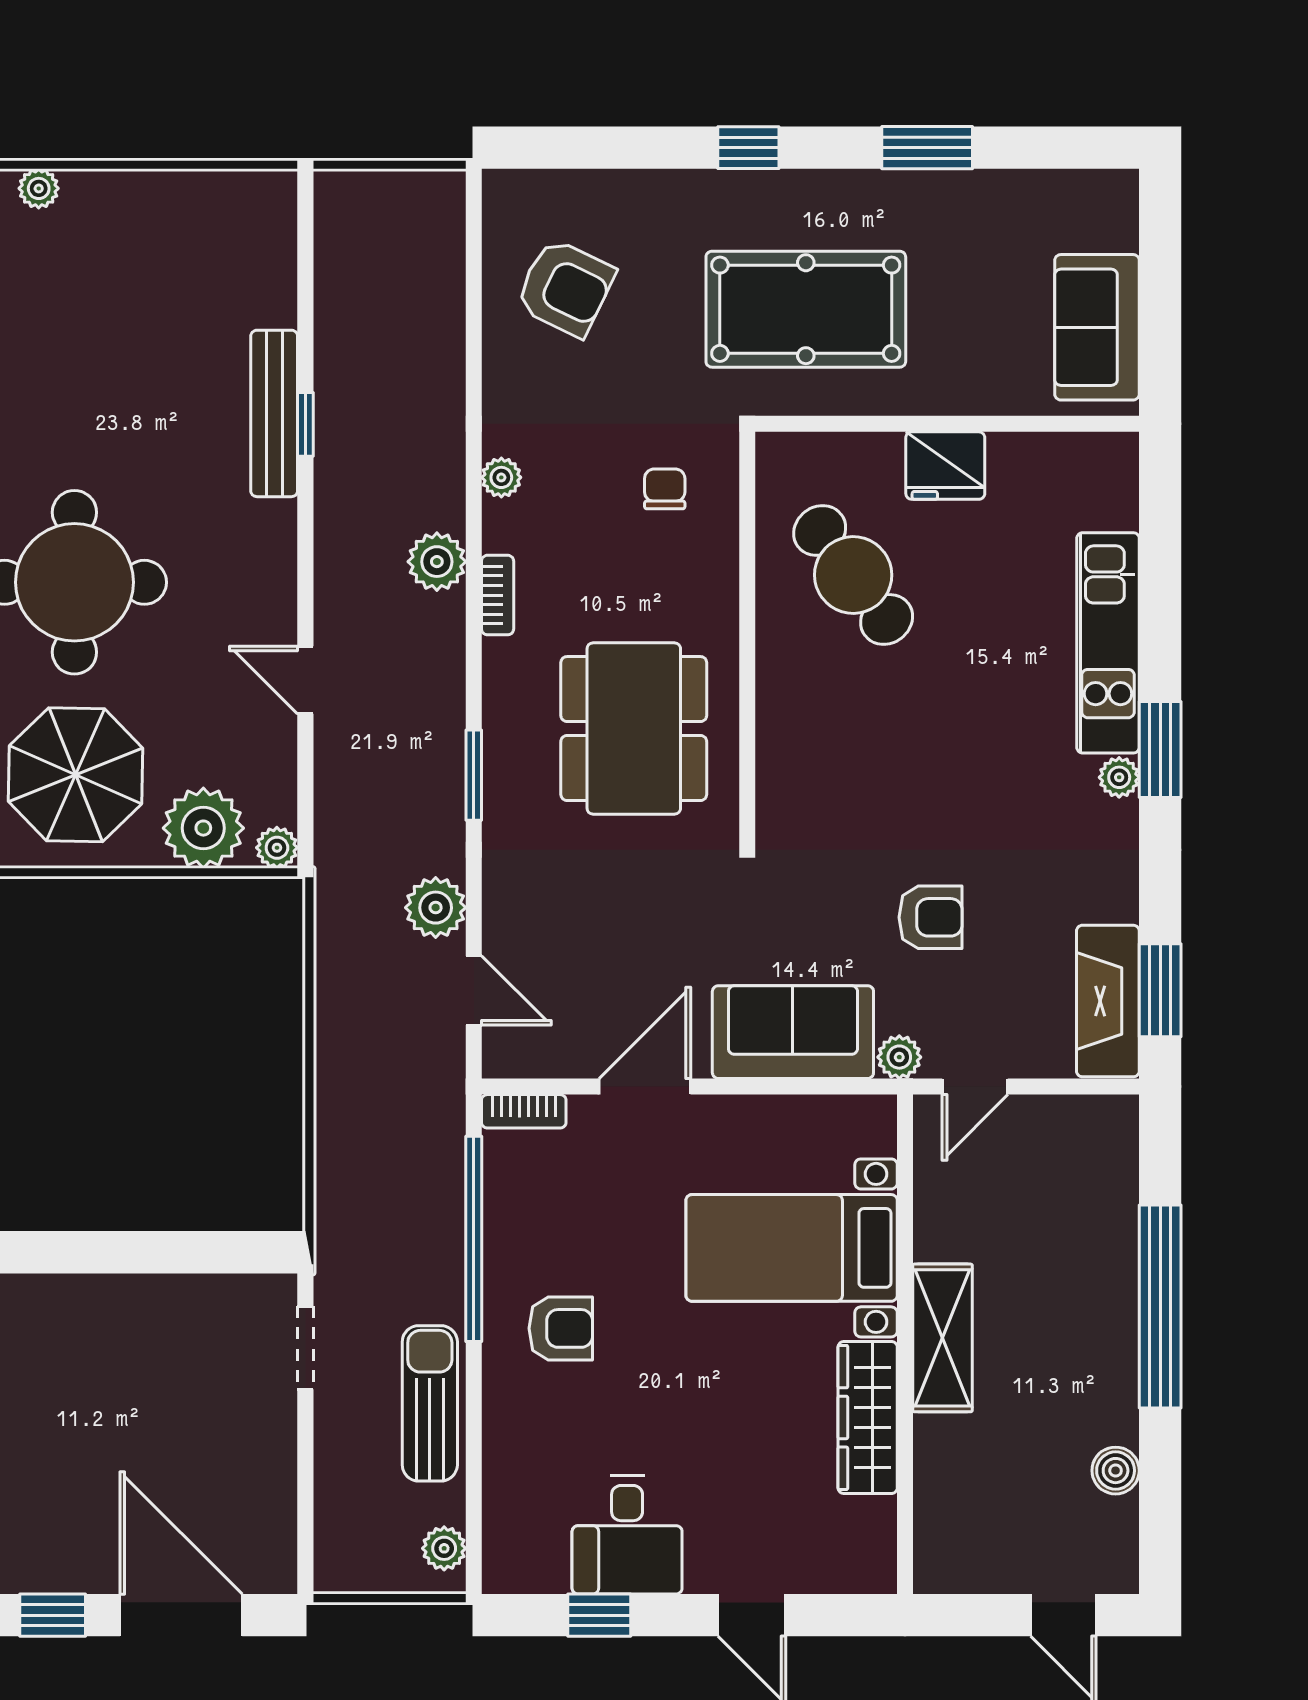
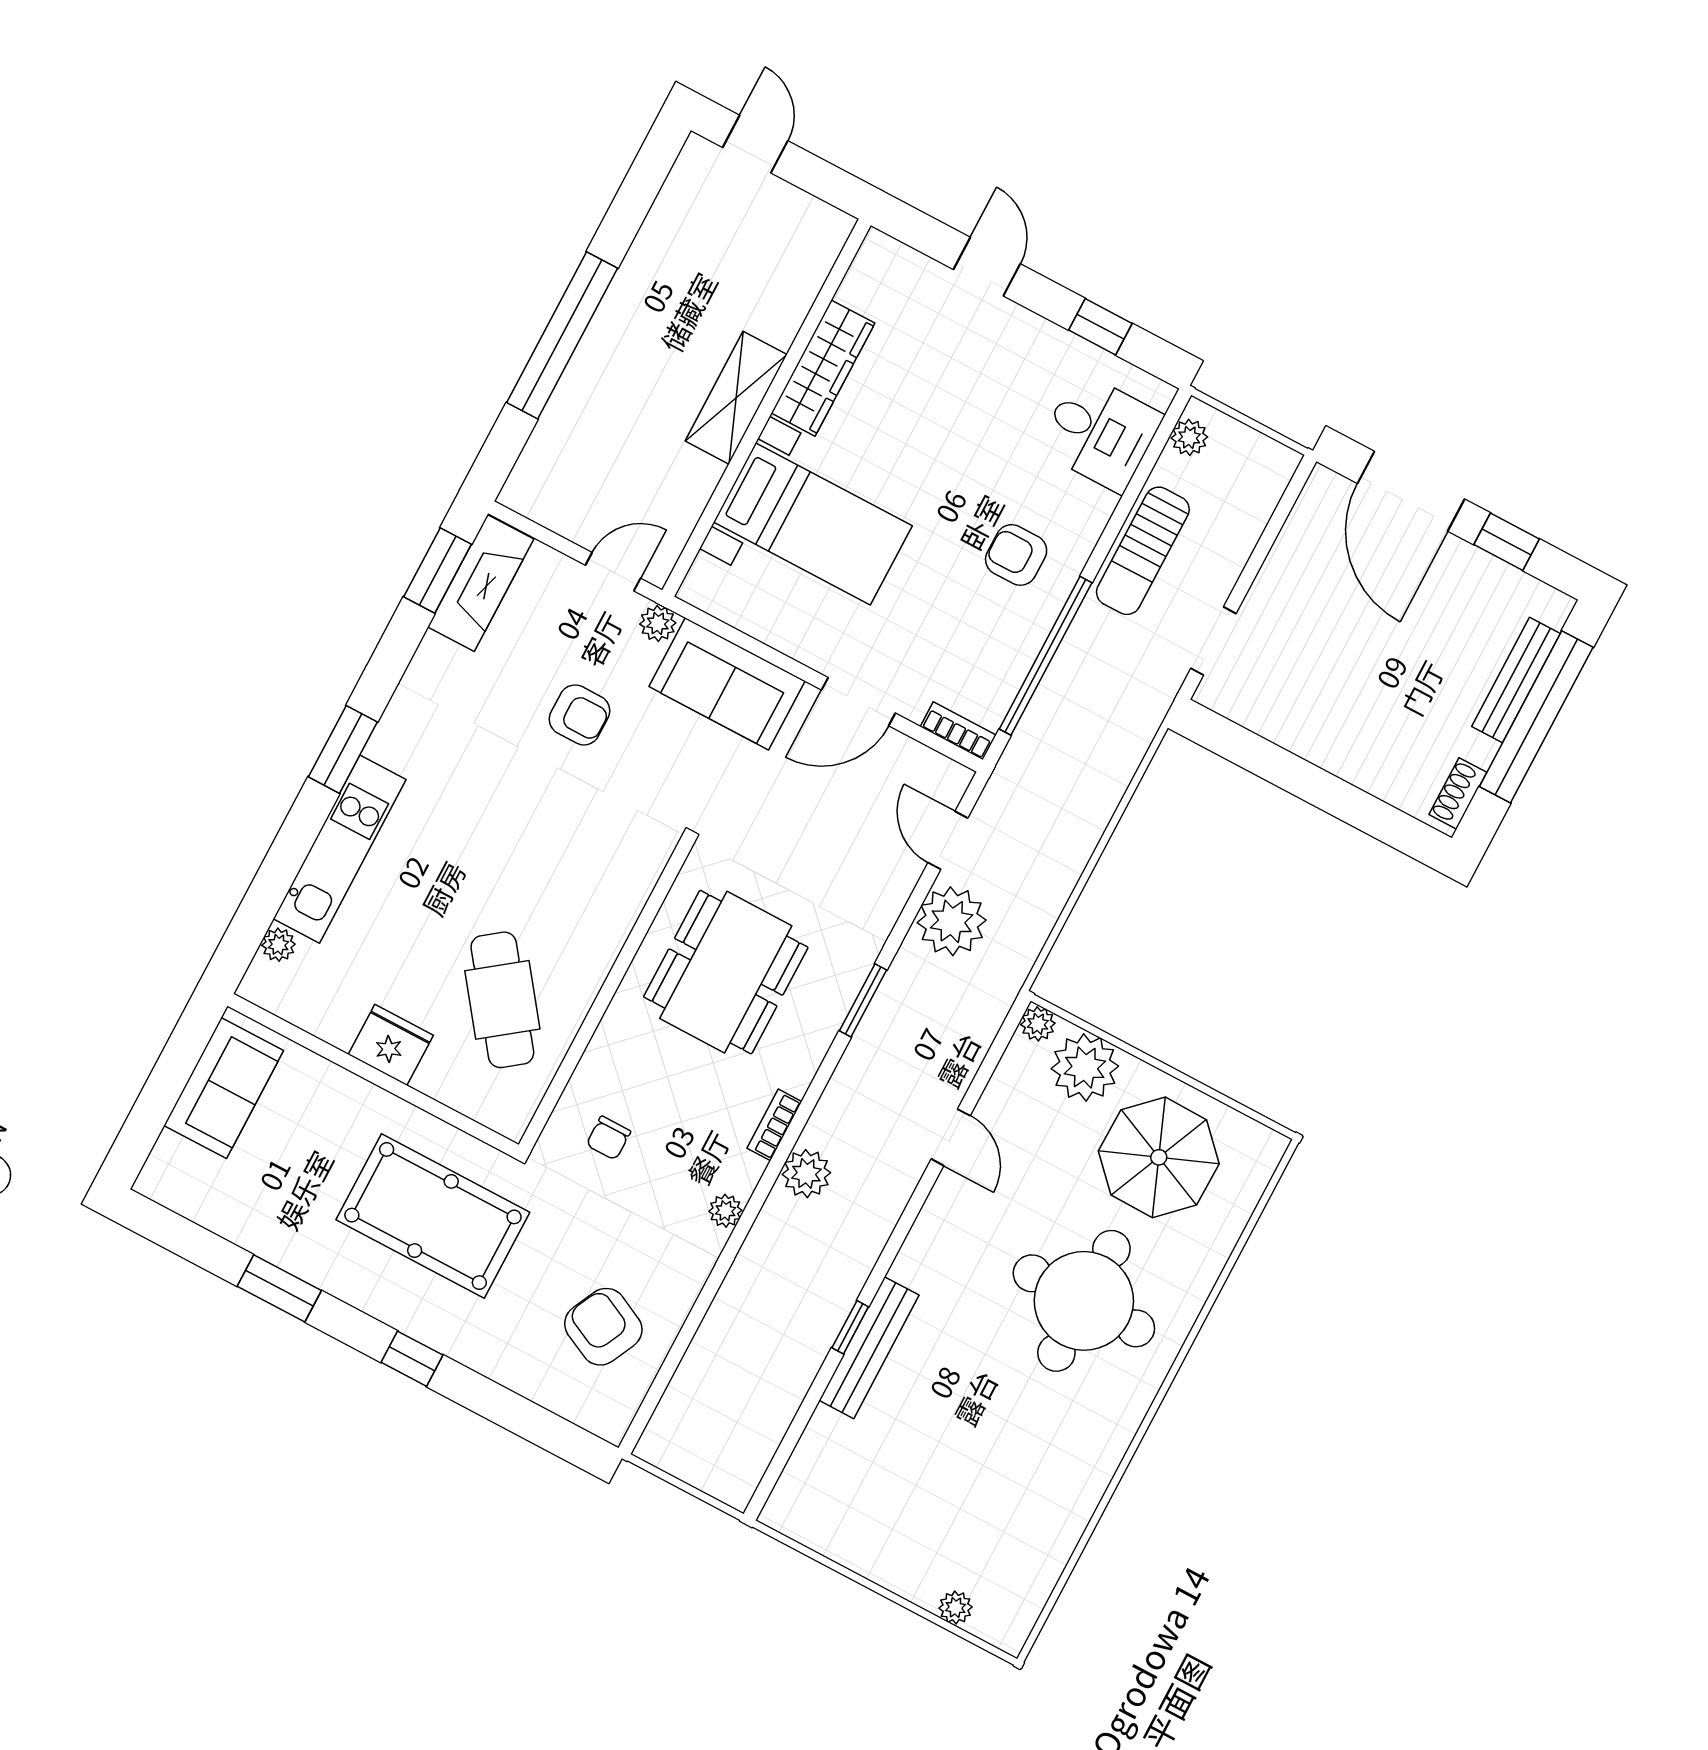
plant: (1119, 777) -> (278, 945), moved
plant: (436, 908) -> (952, 921), width x1.36, depth x1.36
armchair: (931, 917) -> (580, 715), turned 180
boiler: (1116, 1471) -> (660, 231), removed
desk: (627, 1535) -> (1100, 432), moved, turned 90

